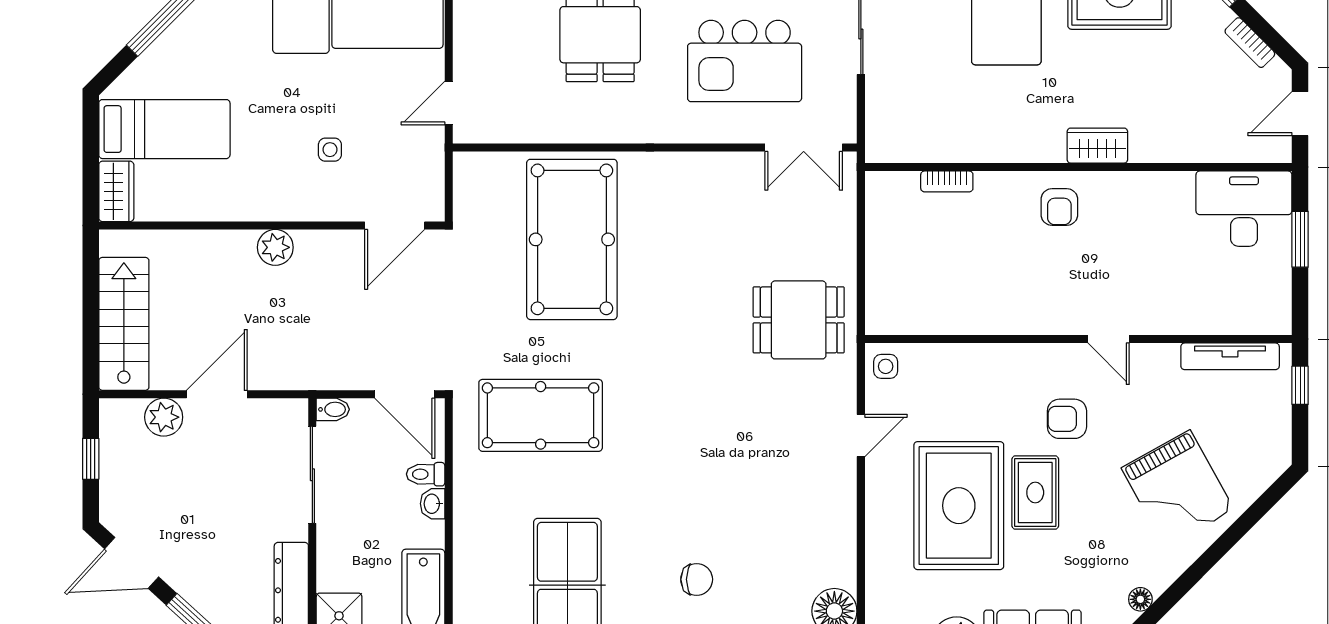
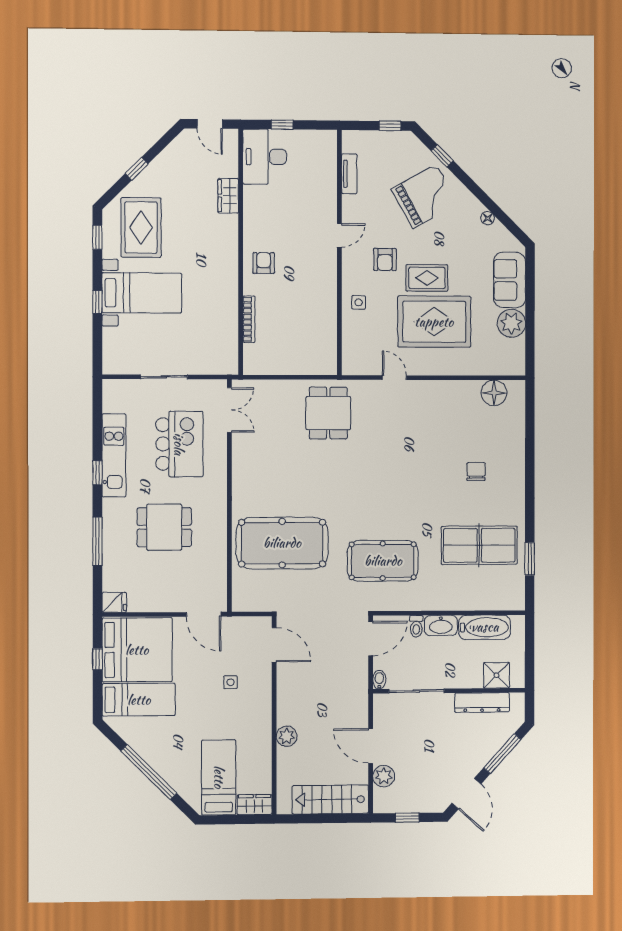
bookcase: (1250, 43) -> (169, 152), removed
door: (449, 103) -> (204, 614), width x1.38
wardrobe: (1097, 146) -> (228, 196), moved
bookcase: (947, 181) -> (249, 319), width x1.56
armchair: (1059, 207) -> (264, 263), turned -90
window: (1300, 239) -> (282, 125), width x0.67
plant: (275, 247) -> (287, 736), moved
tv unit: (1230, 356) -> (349, 174), width x0.71
side table: (886, 366) -> (359, 302), moved
window: (1300, 385) -> (390, 126), moved
pool table: (541, 415) -> (383, 561), turned 90
washbasin: (433, 504) -> (441, 625), width x1.91, depth x1.45
window: (1249, 519) -> (442, 156), added

